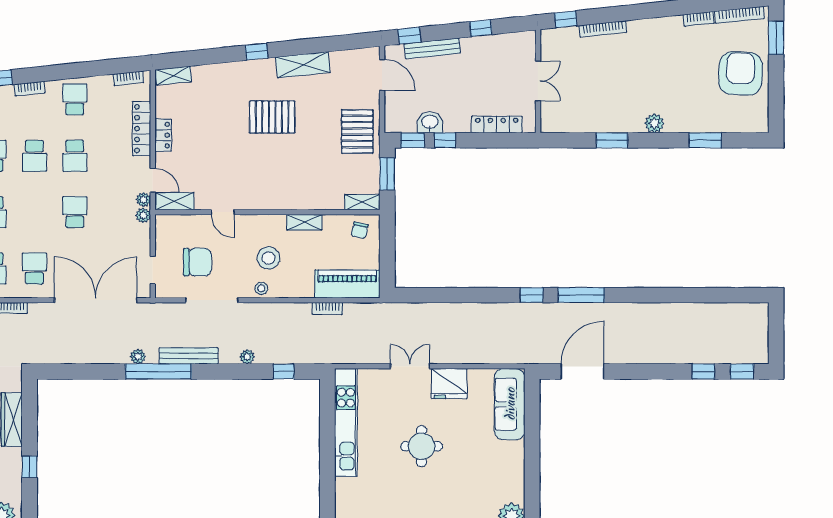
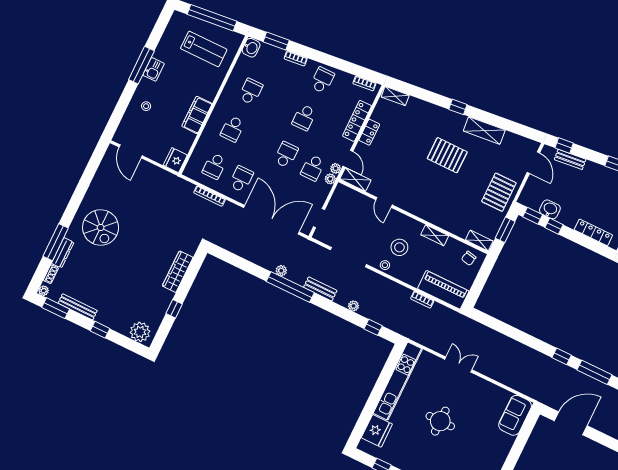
bench: (432, 48) -> (570, 159), width x0.73
school desk: (34, 156) -> (313, 168), moved
chair: (197, 262) -> (351, 227), removed
bench: (189, 356) -> (320, 289), width x0.73
fridge: (449, 384) -> (377, 431), moved, turned -90
sofa: (510, 404) -> (515, 415), width x0.73

